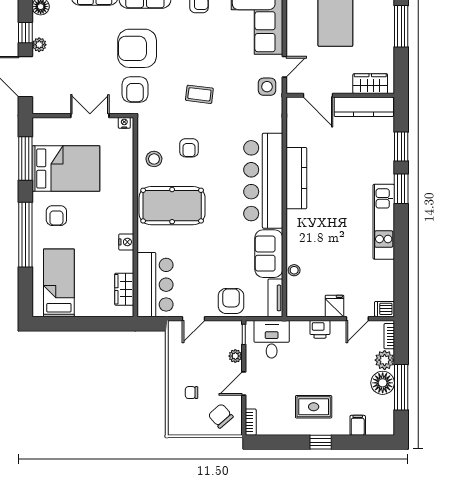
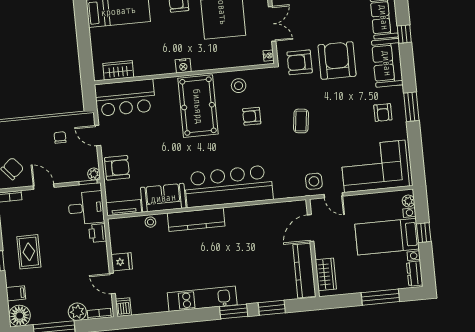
kitchen counter: (296, 178) -> (196, 220), moved
nightstand: (126, 242) -> (183, 66), moved
printer: (320, 329) -> (98, 233), moved
plant: (235, 356) -> (94, 174), moved
floor lamp: (383, 383) -> (20, 316), moved
chair: (192, 393) -> (60, 137), moved

